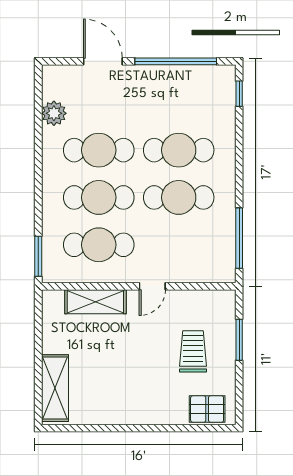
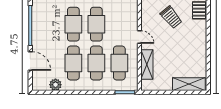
door: (103, 61) -> (30, 61), swing flipped
trolley: (193, 351) -> (171, 17), turned -130

